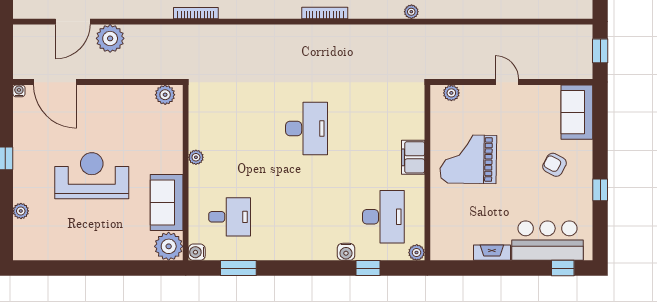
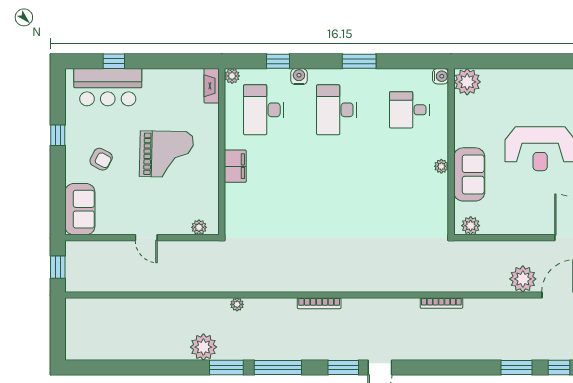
desk: (307, 129) -> (336, 110), moved
grand piano: (468, 159) -> (166, 154), moved
sofa: (167, 202) -> (469, 174), moved
fireplace: (492, 253) -> (212, 86), moved, turned 90
window: (238, 268) -> (359, 61), moved
window: (563, 268) -> (114, 61), moved

